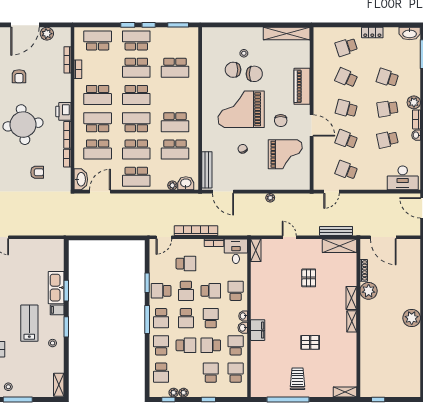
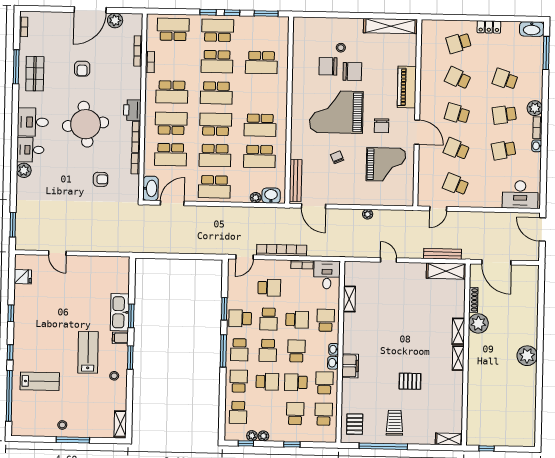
shelving: (256, 250) -> (349, 299), moved
pallet: (309, 278) -> (355, 424), moved

